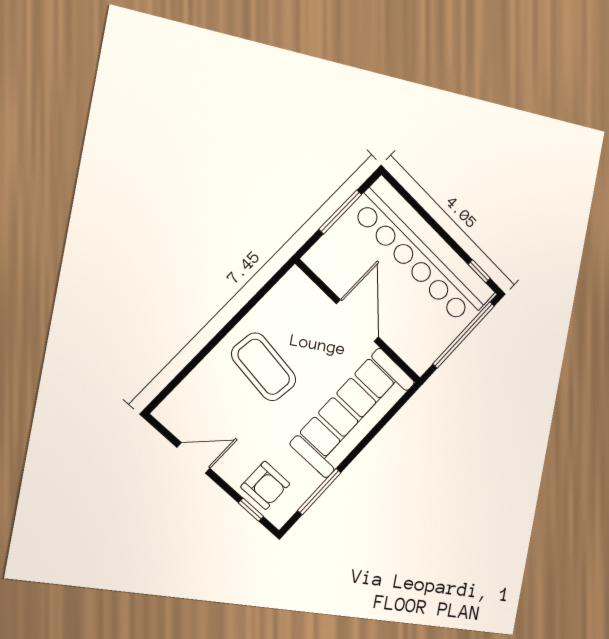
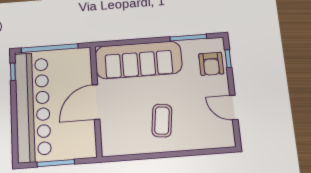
coffee table: (264, 367) -> (162, 121), width x0.73, depth x0.76
armchair: (265, 485) -> (211, 64), turned 180

